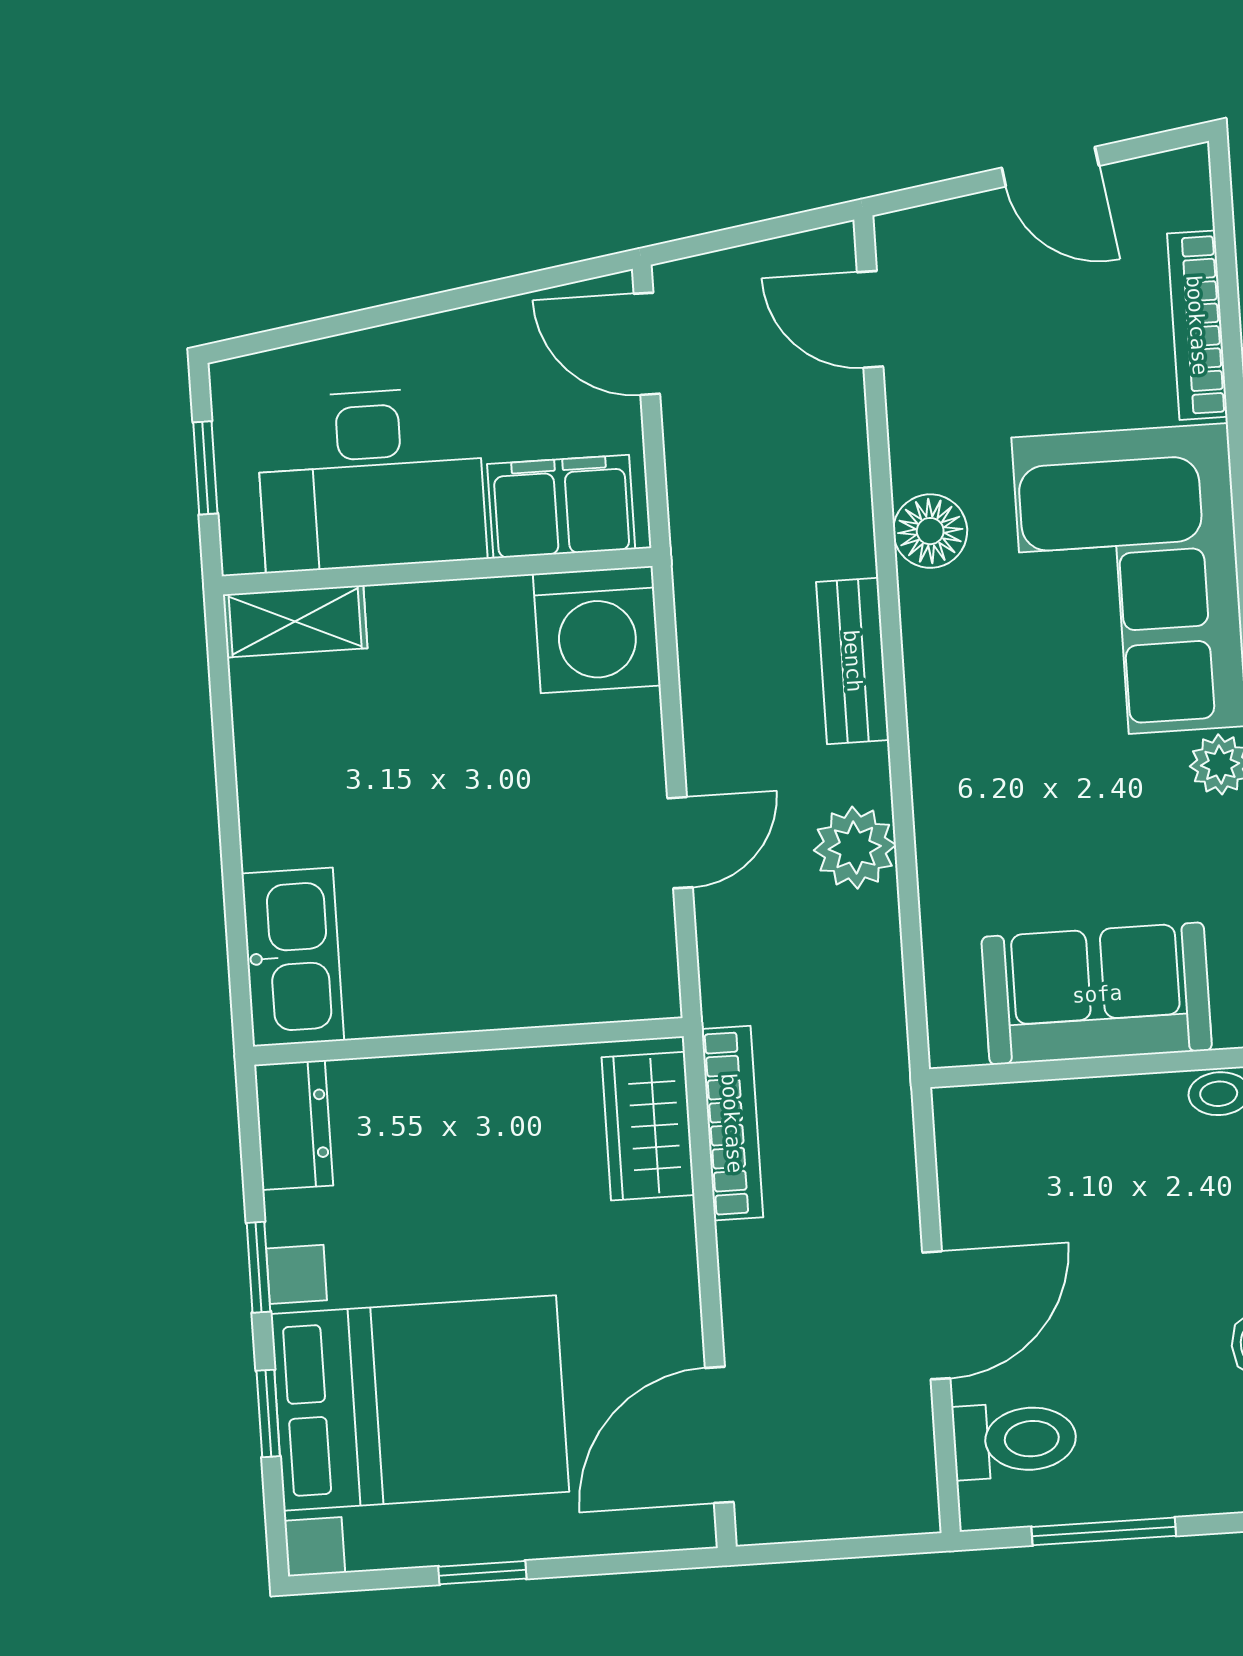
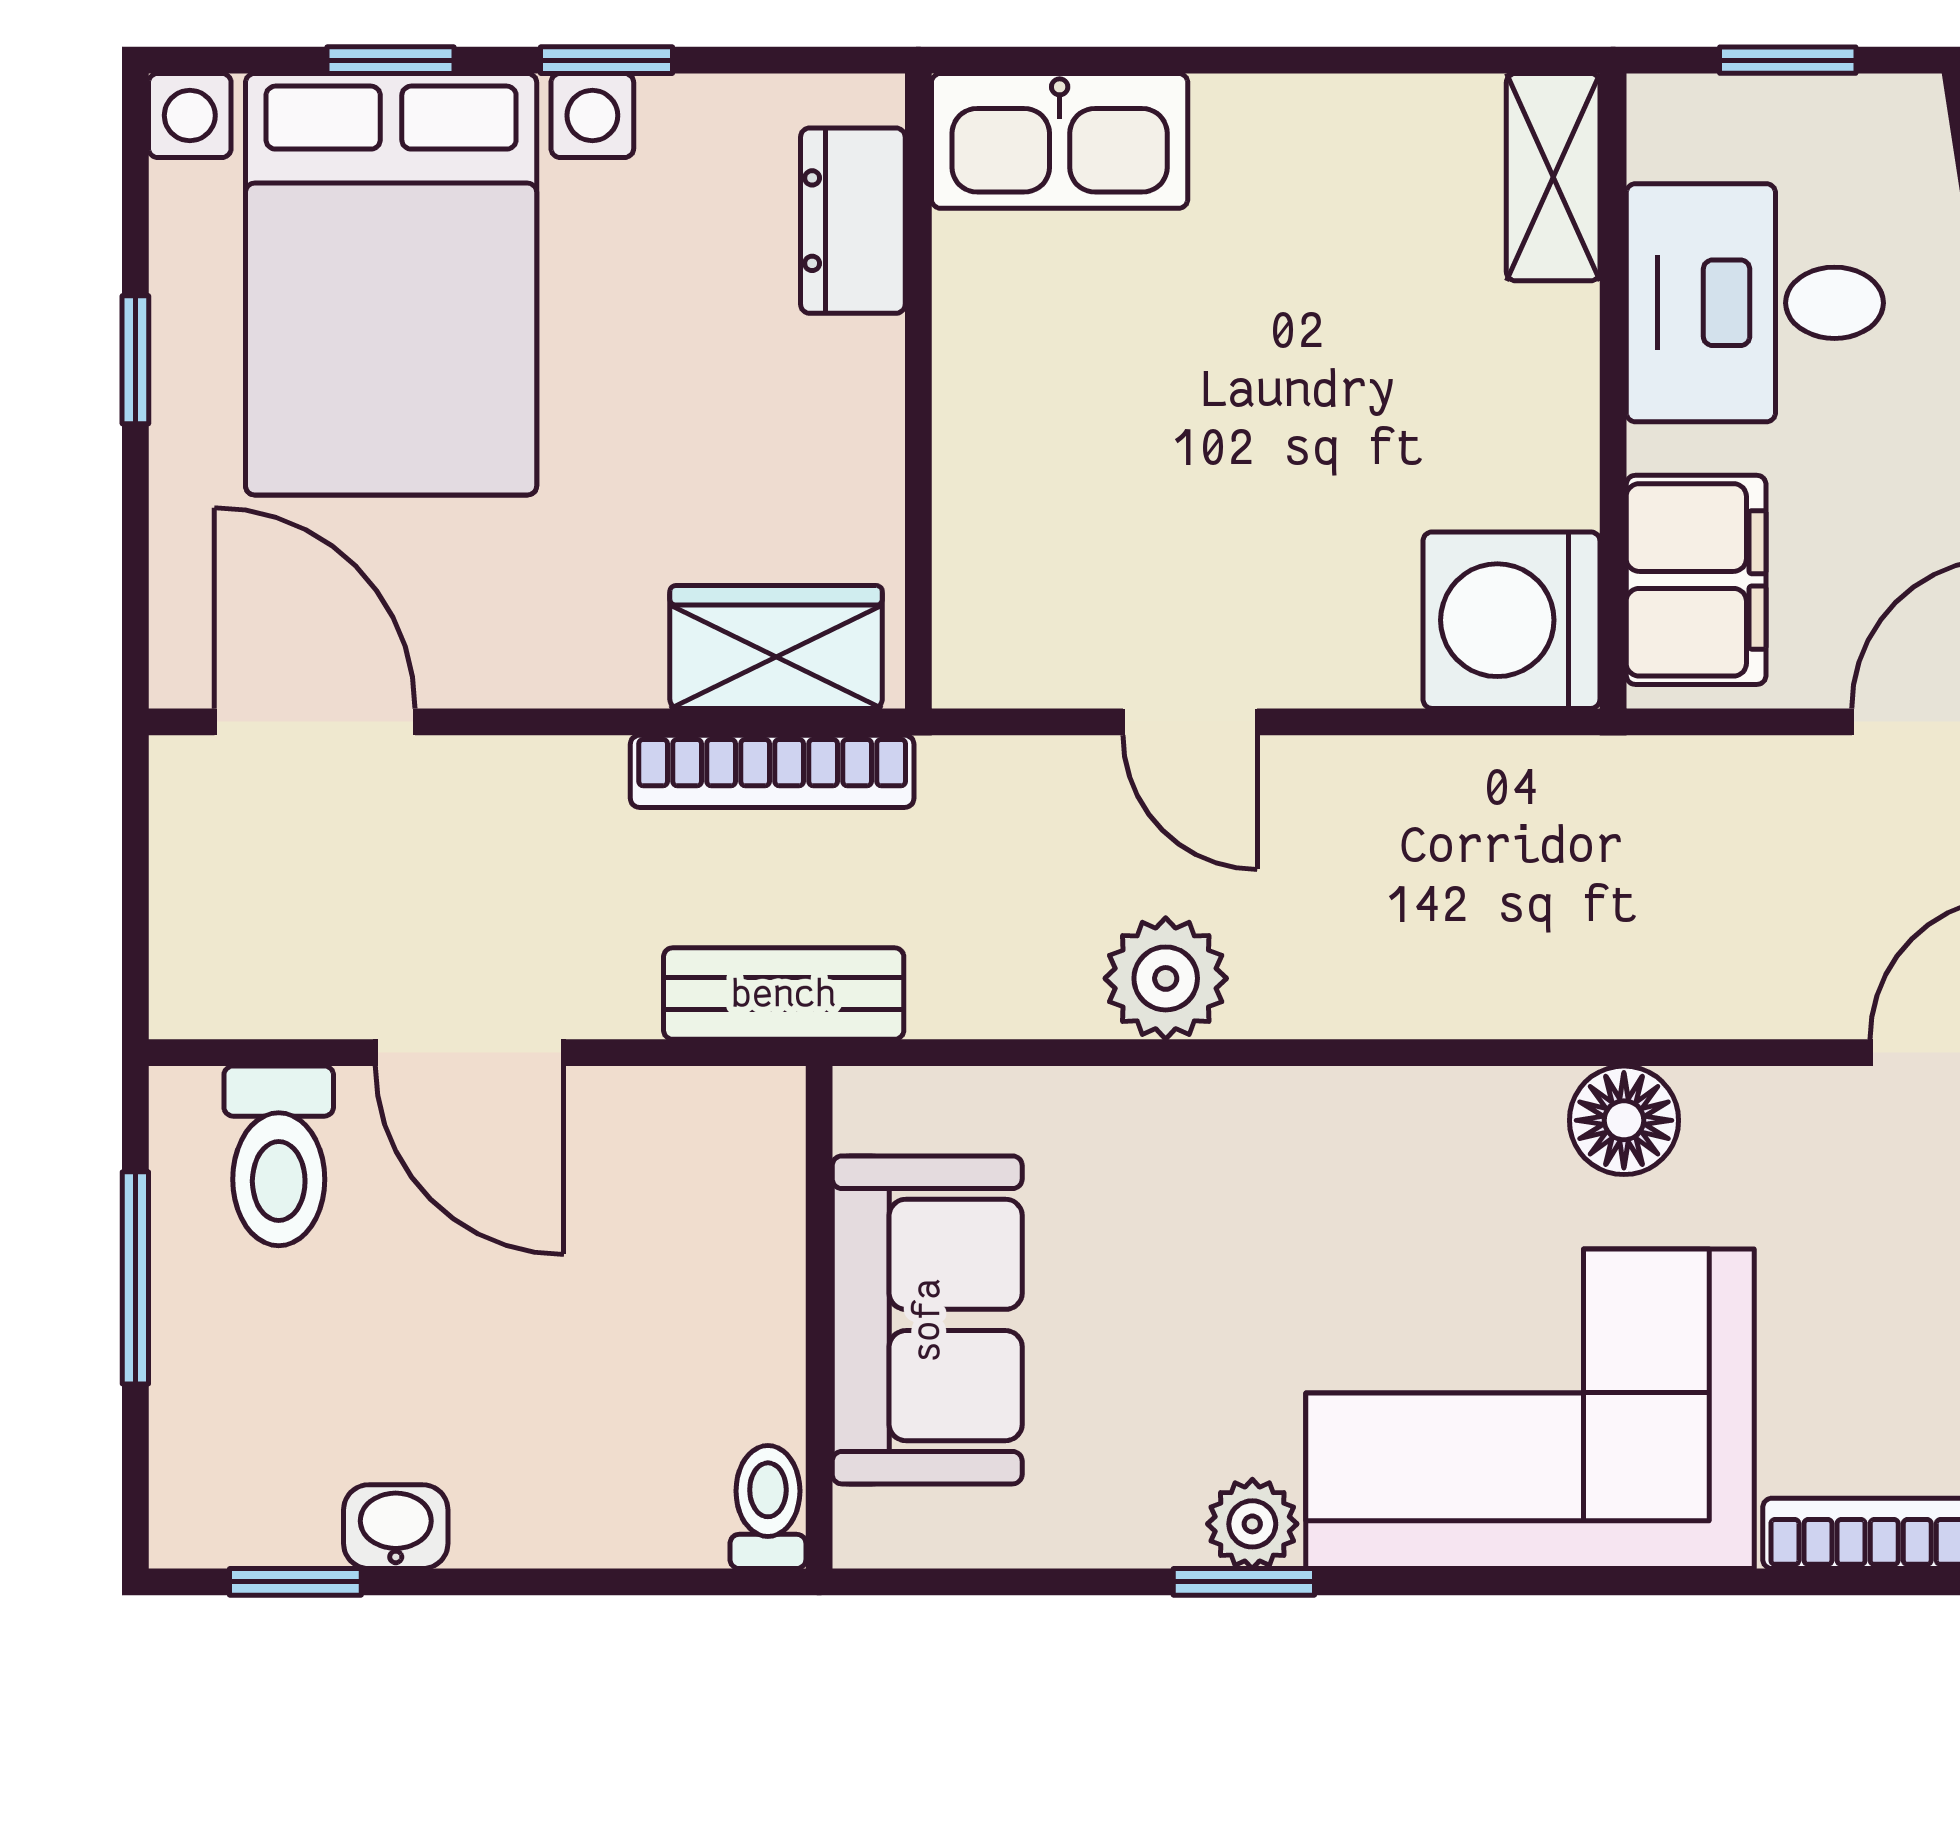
desk: (371, 479) -> (1755, 303), width x0.73
bench: (853, 661) -> (784, 994), moved
dresser: (294, 1125) -> (853, 221), moved, turned 90

